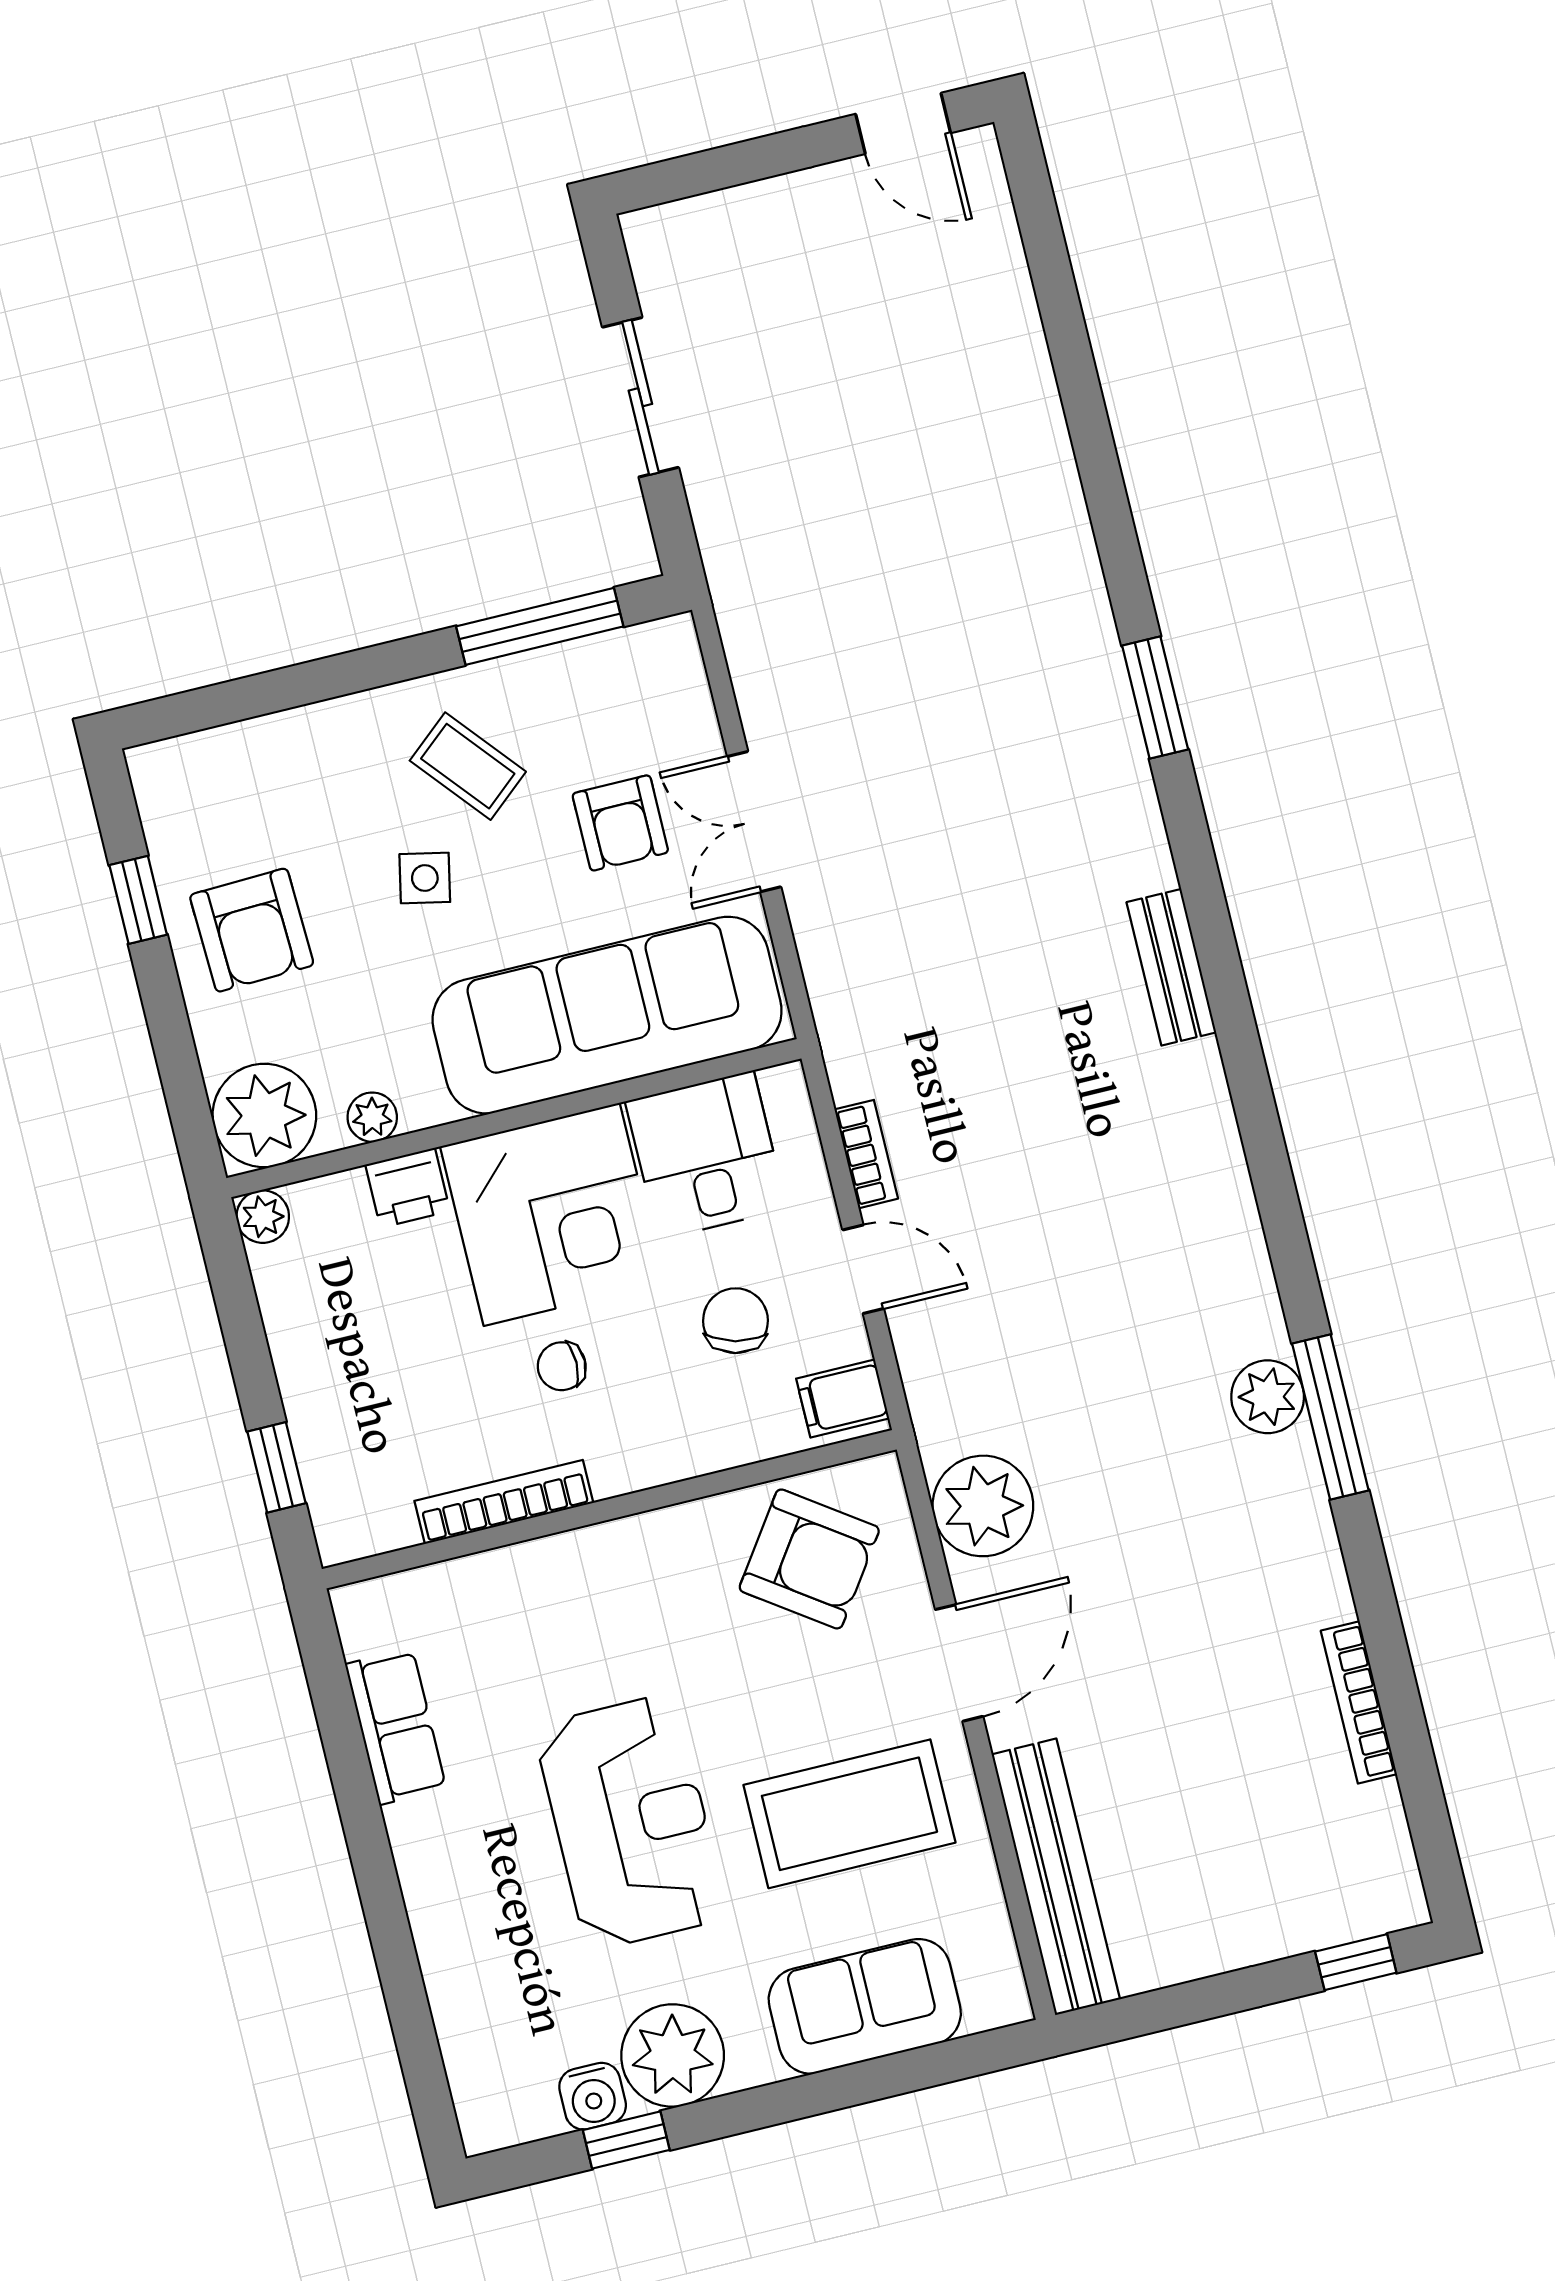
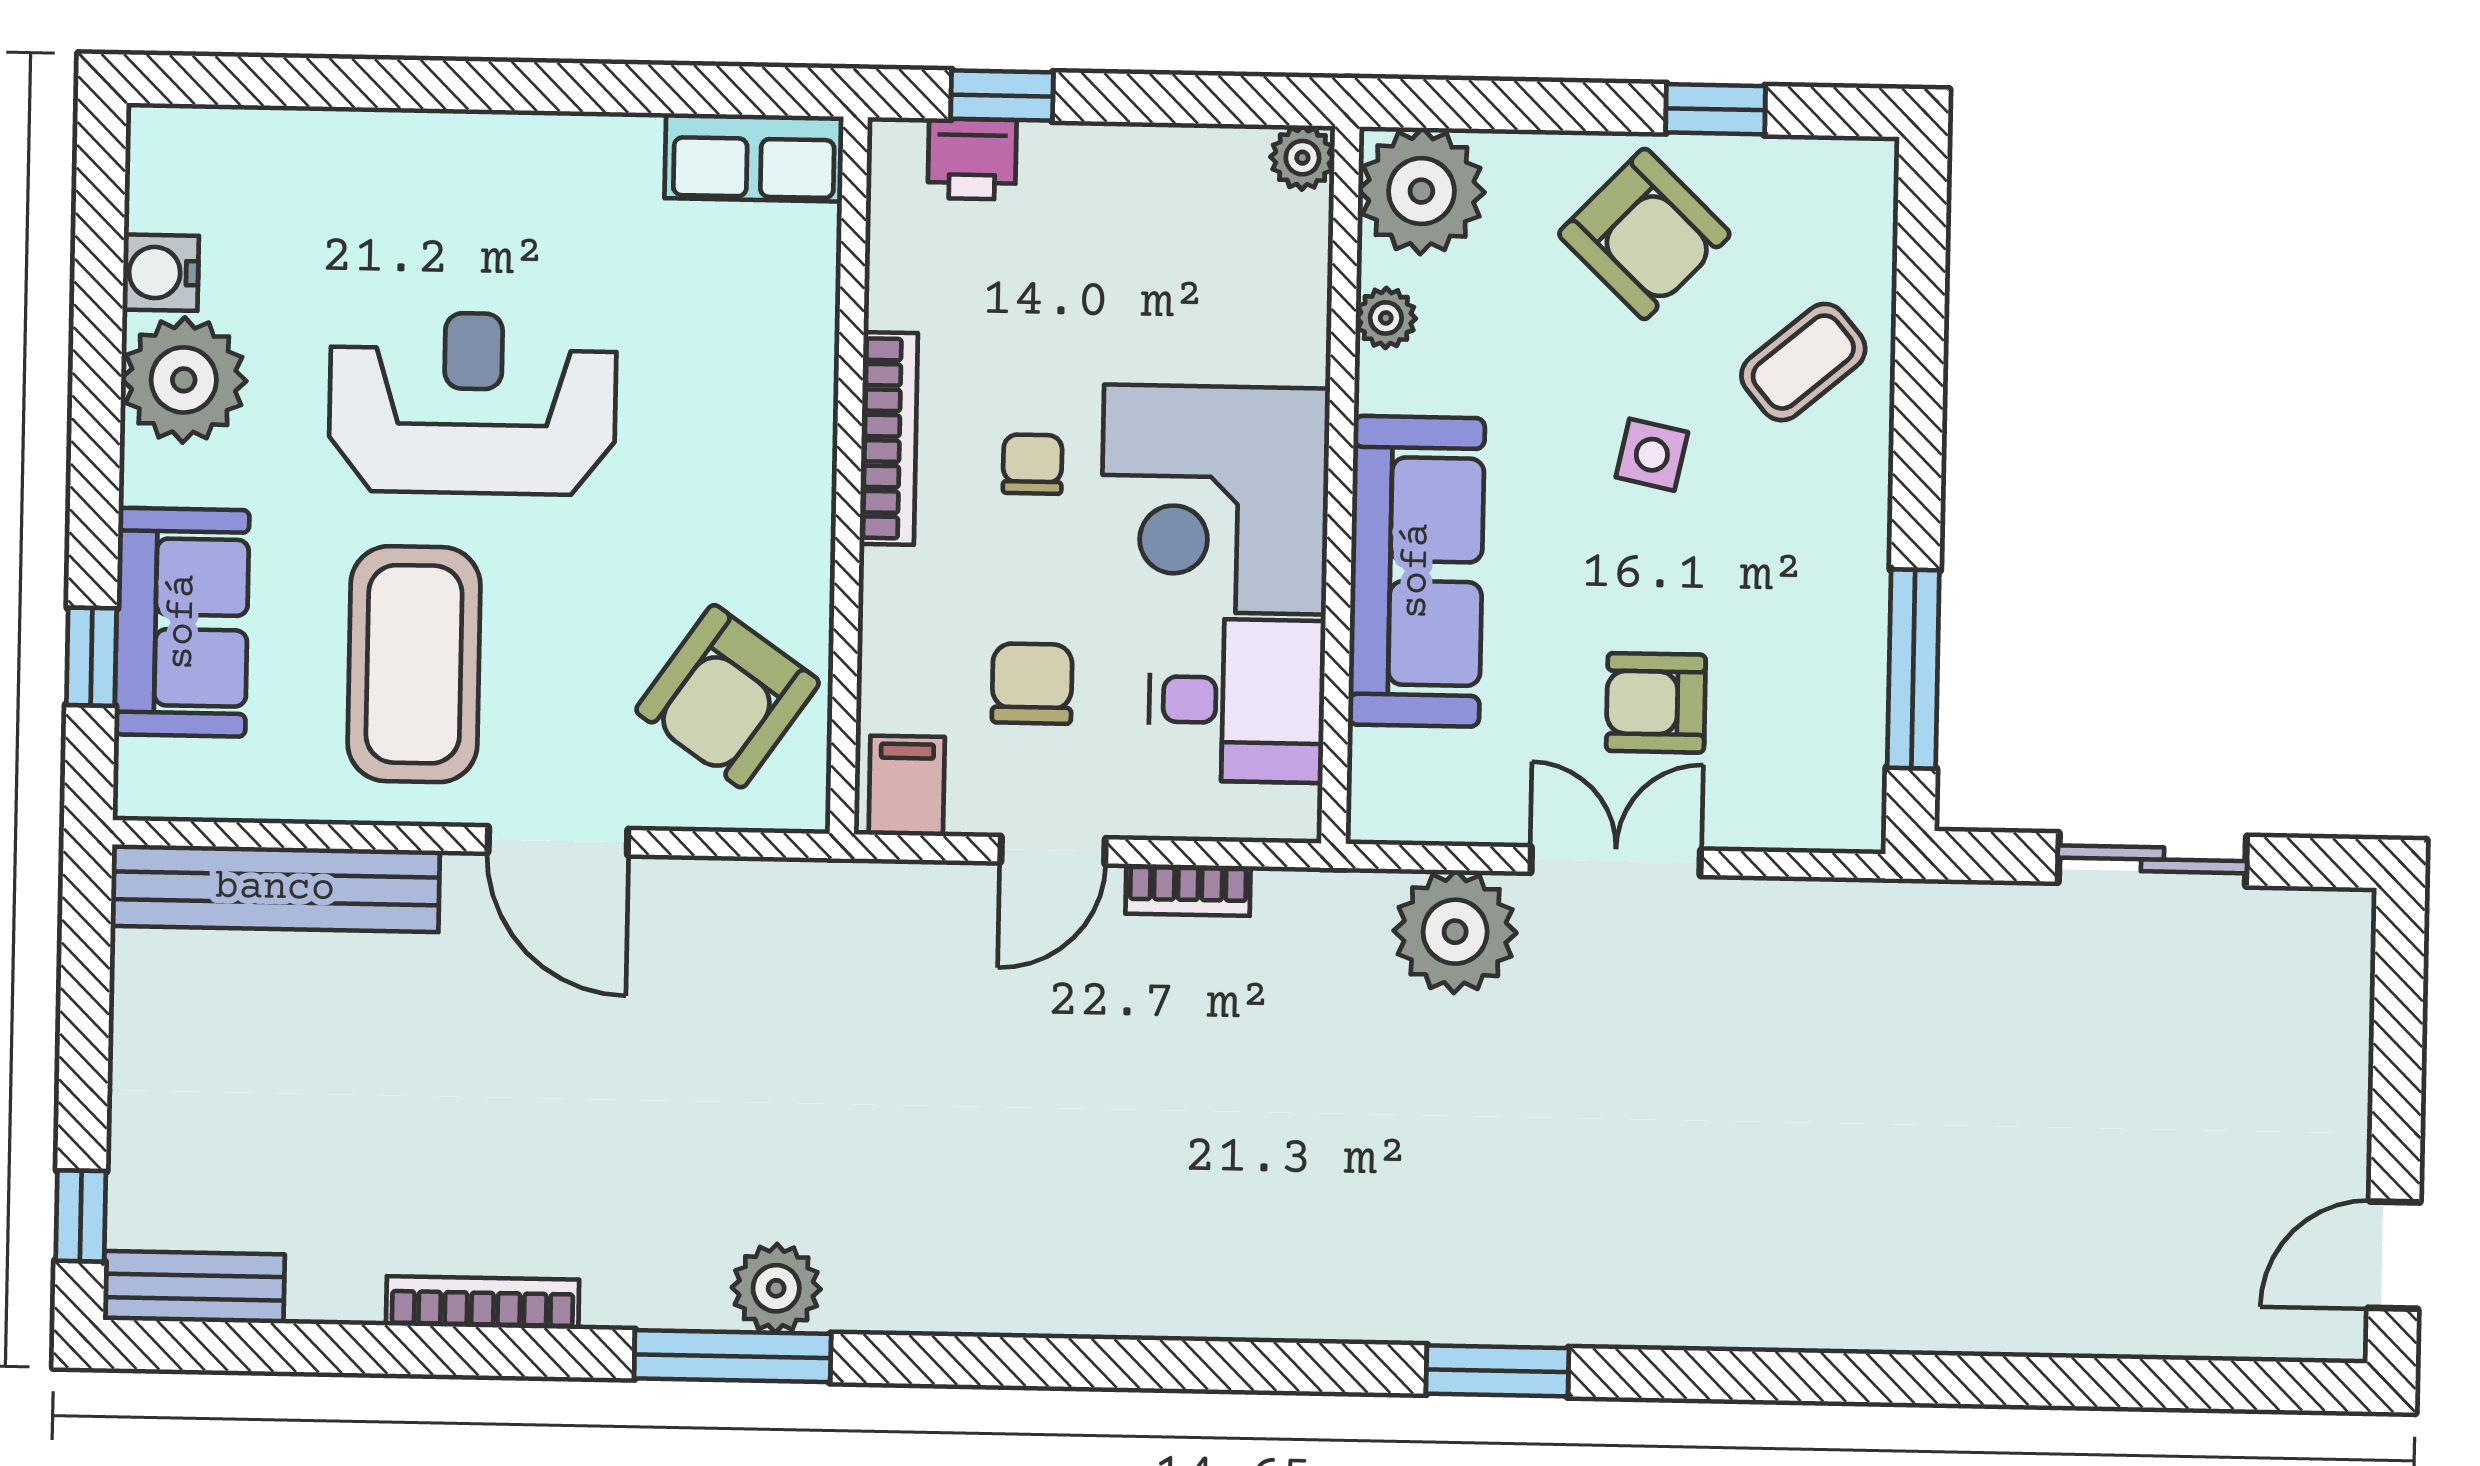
window: (1155, 698) -> (1497, 1371), moved
coffee table: (468, 766) -> (1803, 362), moved
armchair: (252, 930) -> (1644, 234), turned -134
bench: (1171, 967) -> (194, 1287), moved
sofa: (607, 1015) -> (1416, 571), width x0.74, depth x0.79
printer: (408, 1188) -> (972, 159), moved, turned -90
chair: (735, 1321) -> (1032, 683), turned -104
bookcase: (504, 1502) -> (889, 438), moved
plant: (983, 1506) -> (1455, 932), moved
bookcase: (1359, 1702) -> (483, 1303), moved
row of seats: (396, 1726) -> (754, 157), moved
reception desk: (631, 1822) -> (473, 403), turned 180
window: (626, 2140) -> (91, 657), moved

